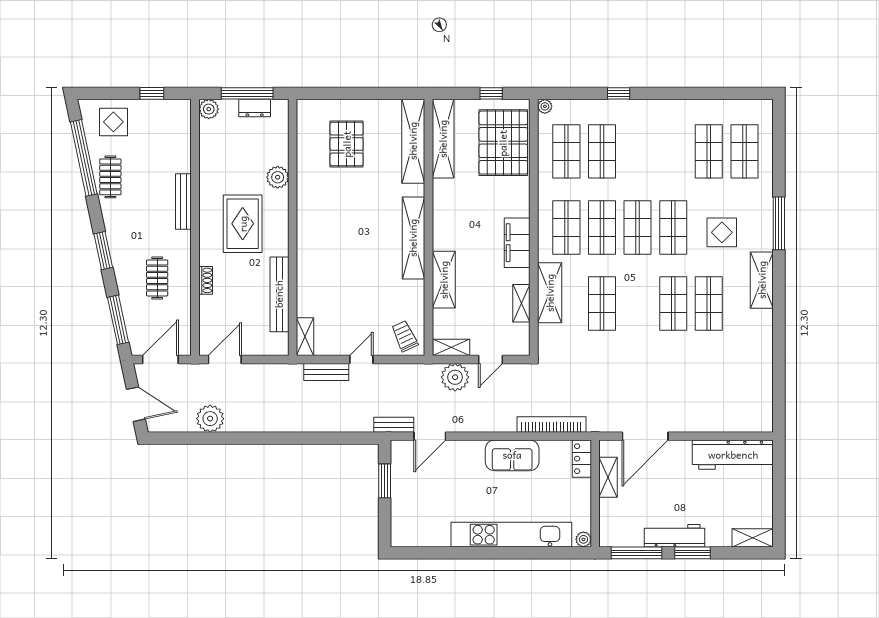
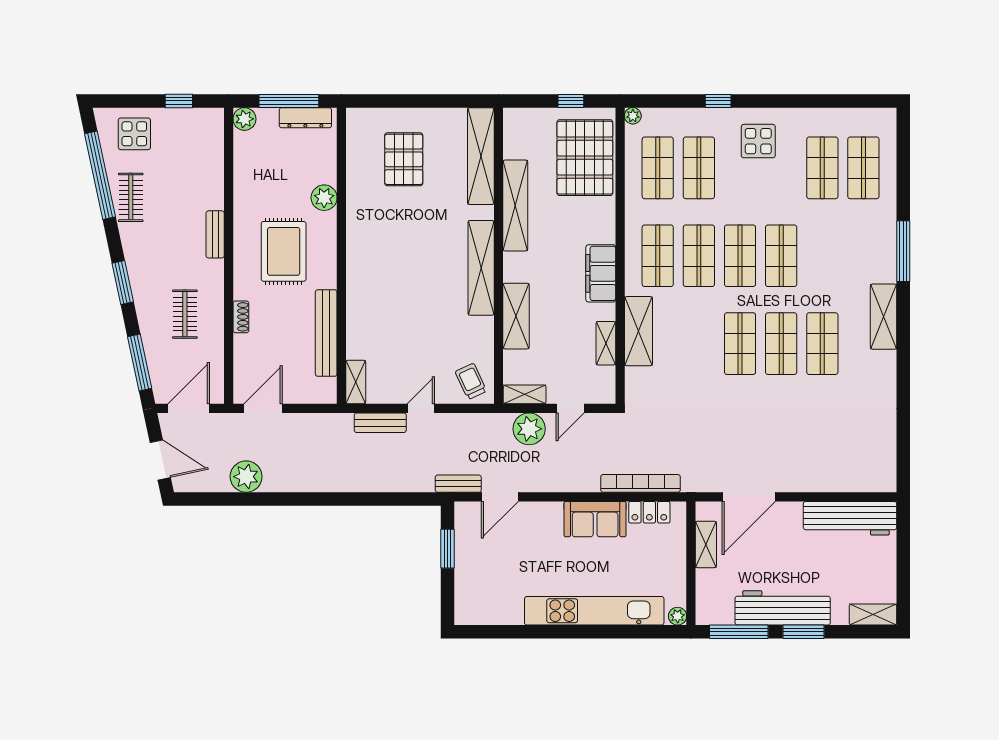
dresser: (255, 108) -> (305, 118), width x1.44
shelving: (443, 139) -> (515, 206), moved
bench: (183, 202) -> (215, 234), width x0.73
display table: (722, 232) -> (758, 141), moved
shop shelf: (602, 304) -> (740, 344), moved
locker: (582, 459) -> (649, 512), moved, turned -90
workbench: (675, 536) -> (783, 608), width x1.36, depth x1.32

